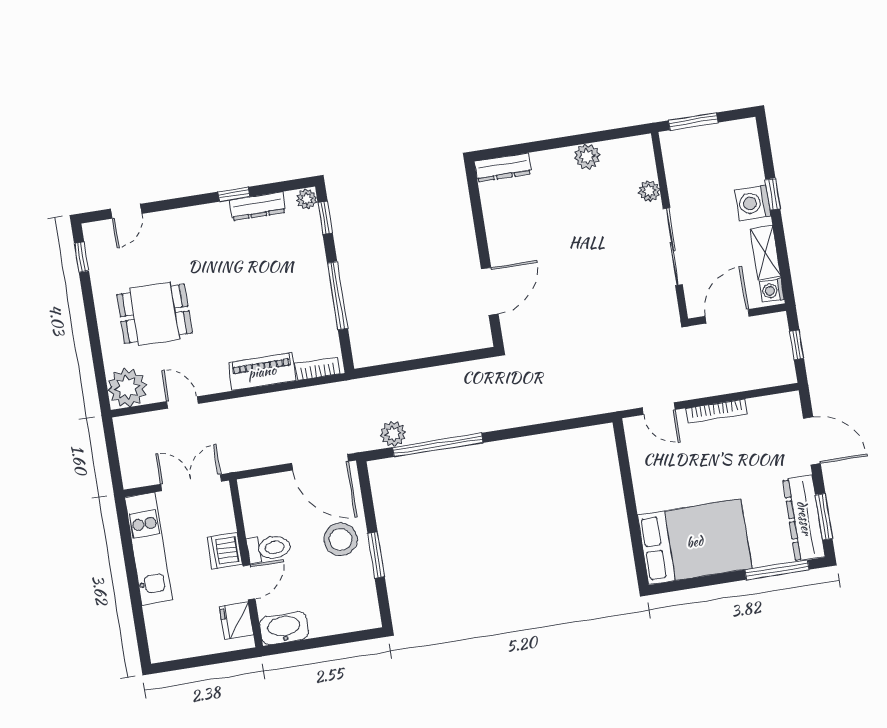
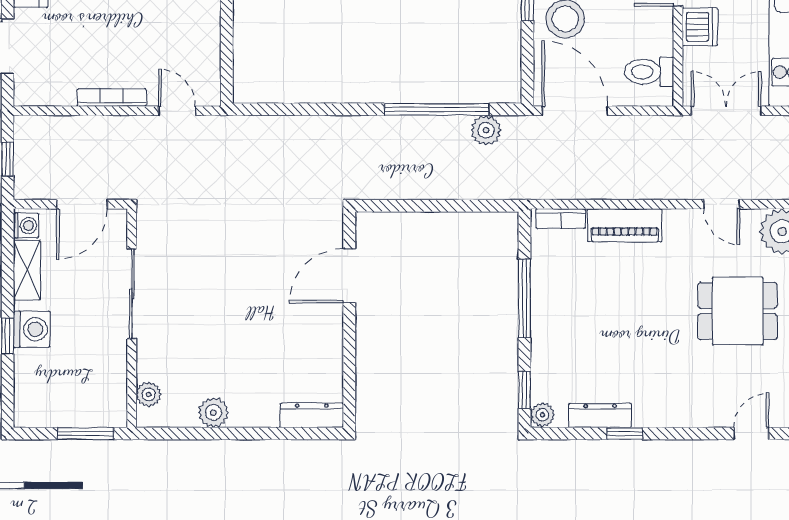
plant: (649, 191) -> (149, 394), moved
double door: (191, 483) -> (726, 111), swing flipped
toilet: (269, 548) -> (649, 72), moved

